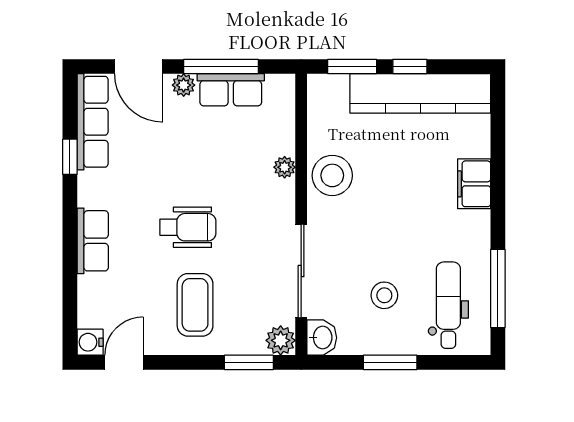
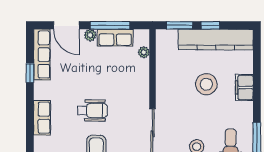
plant: (285, 167) -> (144, 52), moved
stool: (332, 175) -> (206, 84), moved

